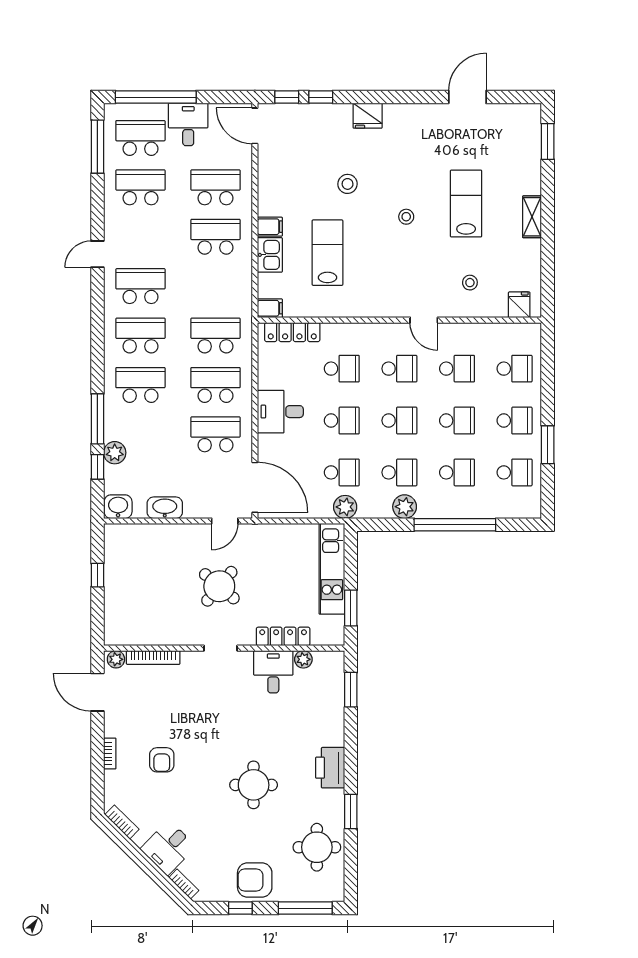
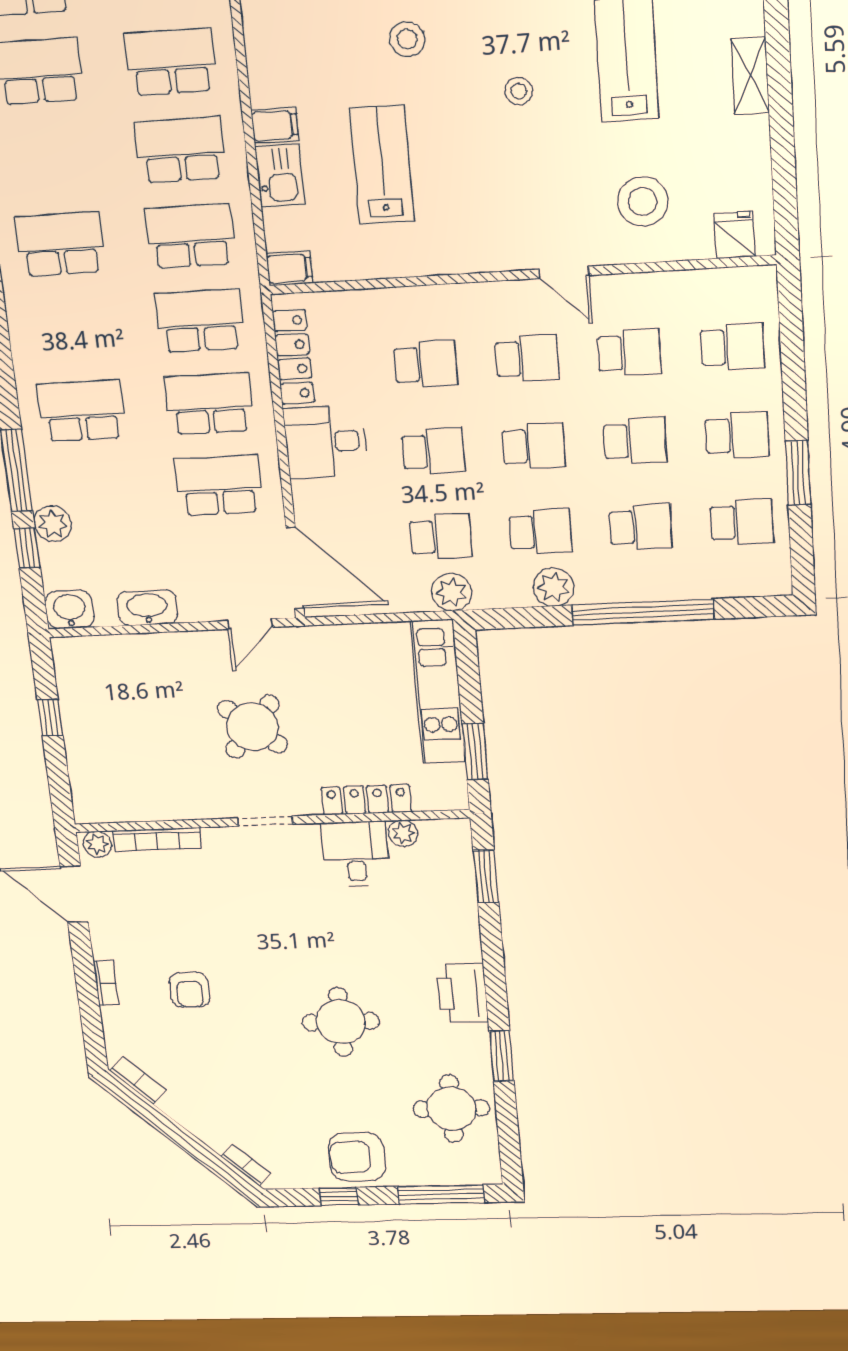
stool: (470, 283) -> (643, 201), width x1.89, depth x1.89
locker: (292, 332) -> (293, 357), moved, turned -90
school desk: (140, 336) -> (190, 236), moved
desk: (168, 848) -> (215, 1115), removed

